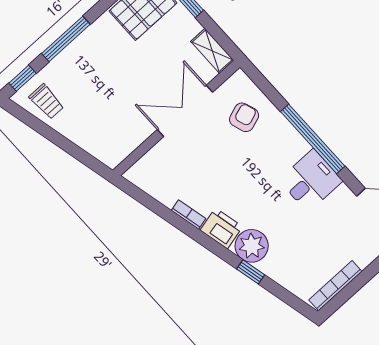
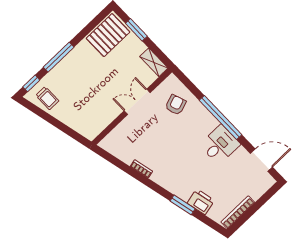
double door: (185, 111) -> (137, 102), width x0.73
printer: (221, 228) -> (201, 202), moved
plant: (252, 246) -> (183, 188), removed
window: (251, 272) -> (183, 205), width x1.50

